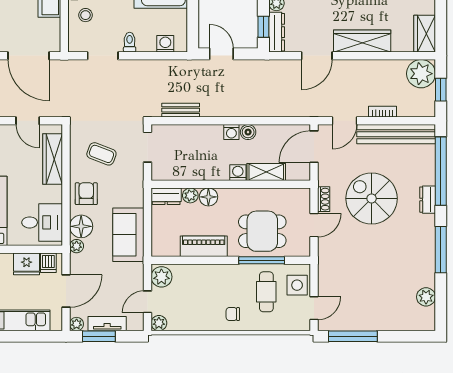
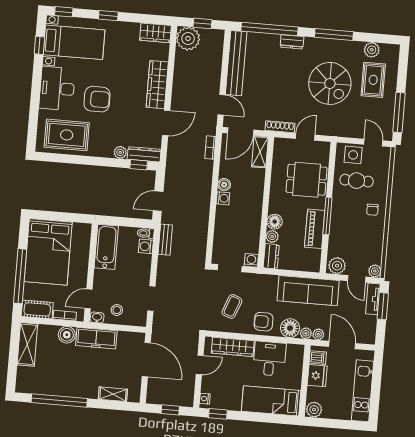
toilet: (130, 42) -> (146, 233), moved
door: (29, 56) -> (146, 360), hinge flipped
door: (317, 56) -> (166, 123), hinge flipped
bench: (181, 110) -> (165, 240), moved
bookcase: (382, 112) -> (210, 148), moved
door: (314, 147) -> (241, 131), hinge flipped
shelving: (266, 172) -> (260, 152), moved
washing machine: (238, 173) -> (251, 260), moved, turned 90
spiral stairs: (372, 198) -> (330, 83), moved, turned -90
shoe rack: (324, 199) -> (280, 127), width x1.43
desk: (42, 222) -> (269, 359), moved
door: (314, 225) -> (305, 137), hinge flipped
dining table: (262, 231) -> (307, 180), turned 90
sofa: (128, 235) -> (308, 291), width x1.36
window: (262, 260) -> (327, 216), moved
rug: (390, 302) -> (373, 80), added
plant: (77, 324) -> (318, 334), moved
tv unit: (107, 324) -> (373, 299), moved
window: (99, 336) -> (383, 306), moved

